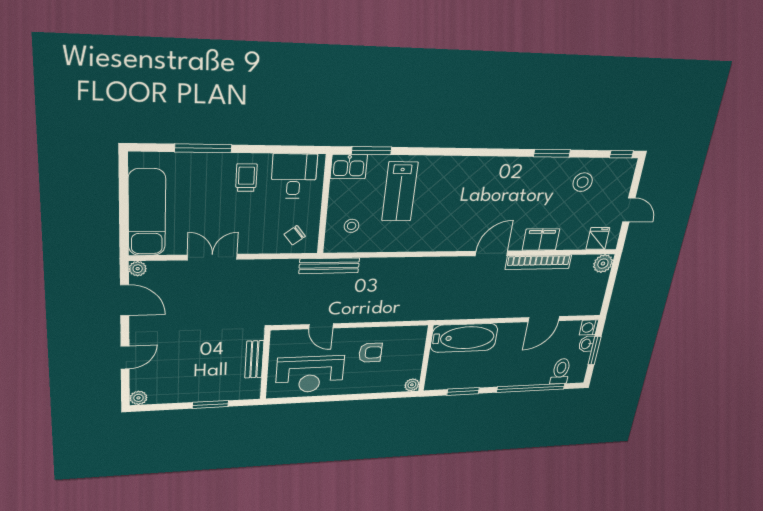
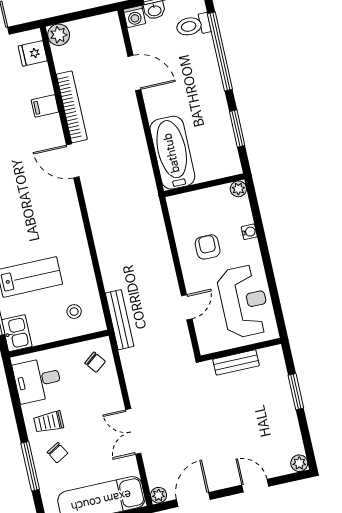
chair: (210, 179) -> (57, 453), added
filing cabinet: (541, 239) -> (45, 106), width x0.50
water cooler: (371, 388) -> (249, 232), added

